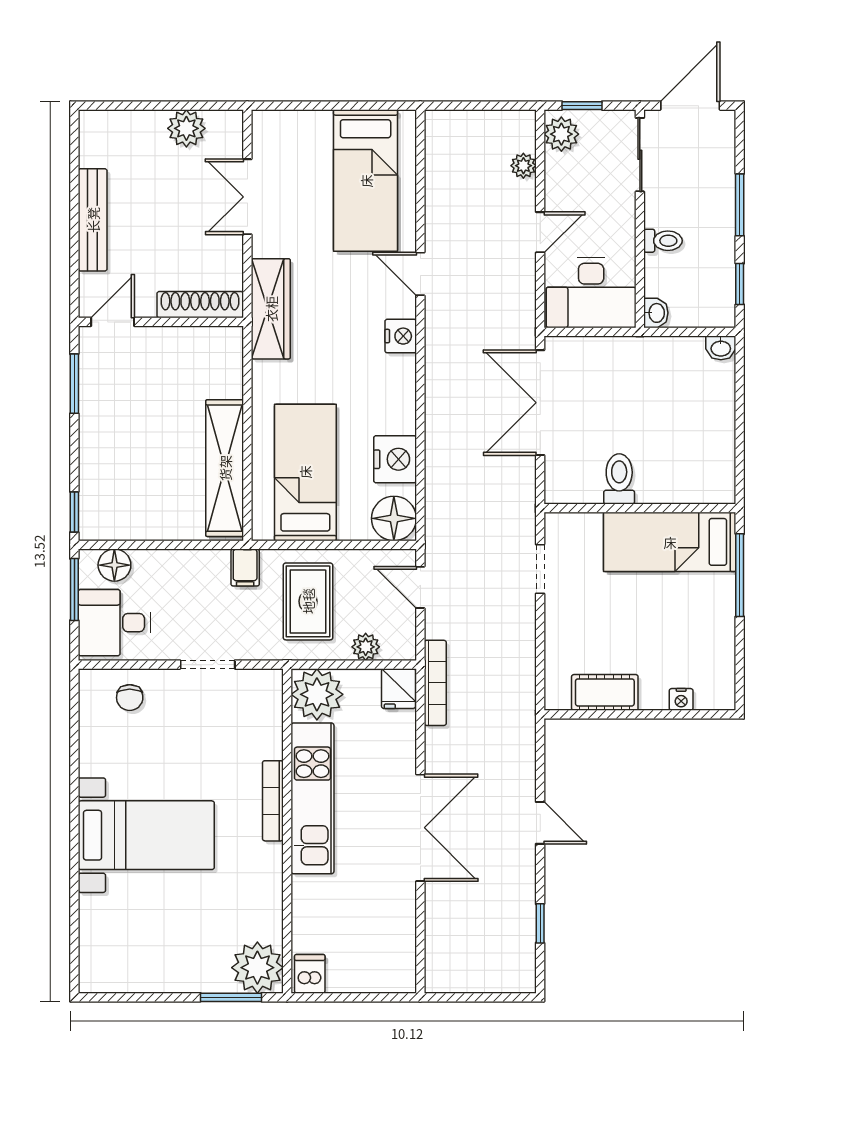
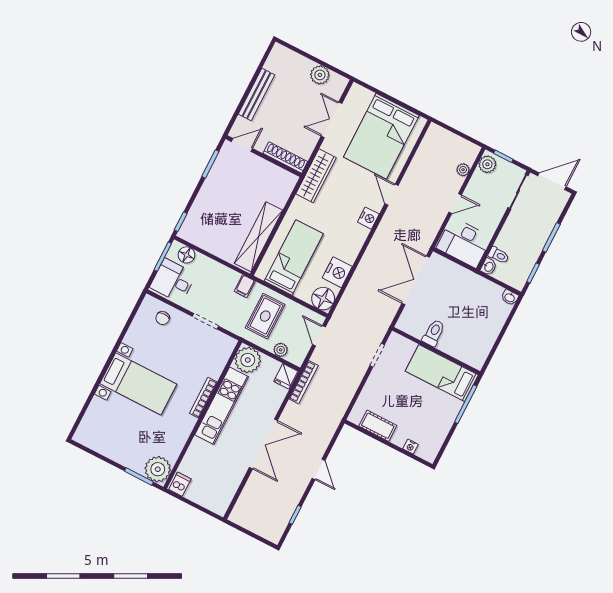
bed: (366, 181) -> (381, 136), width x1.50
toilet: (663, 241) -> (499, 255), moved

